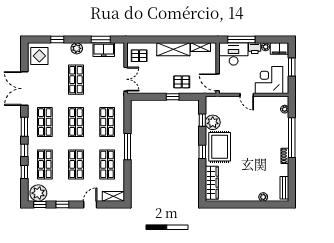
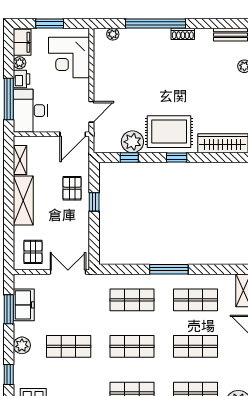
door: (247, 95) -> (91, 112), moved

